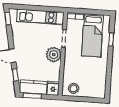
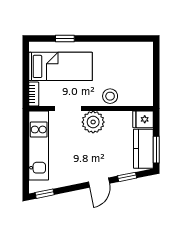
stool: (74, 88) -> (110, 96), moved

